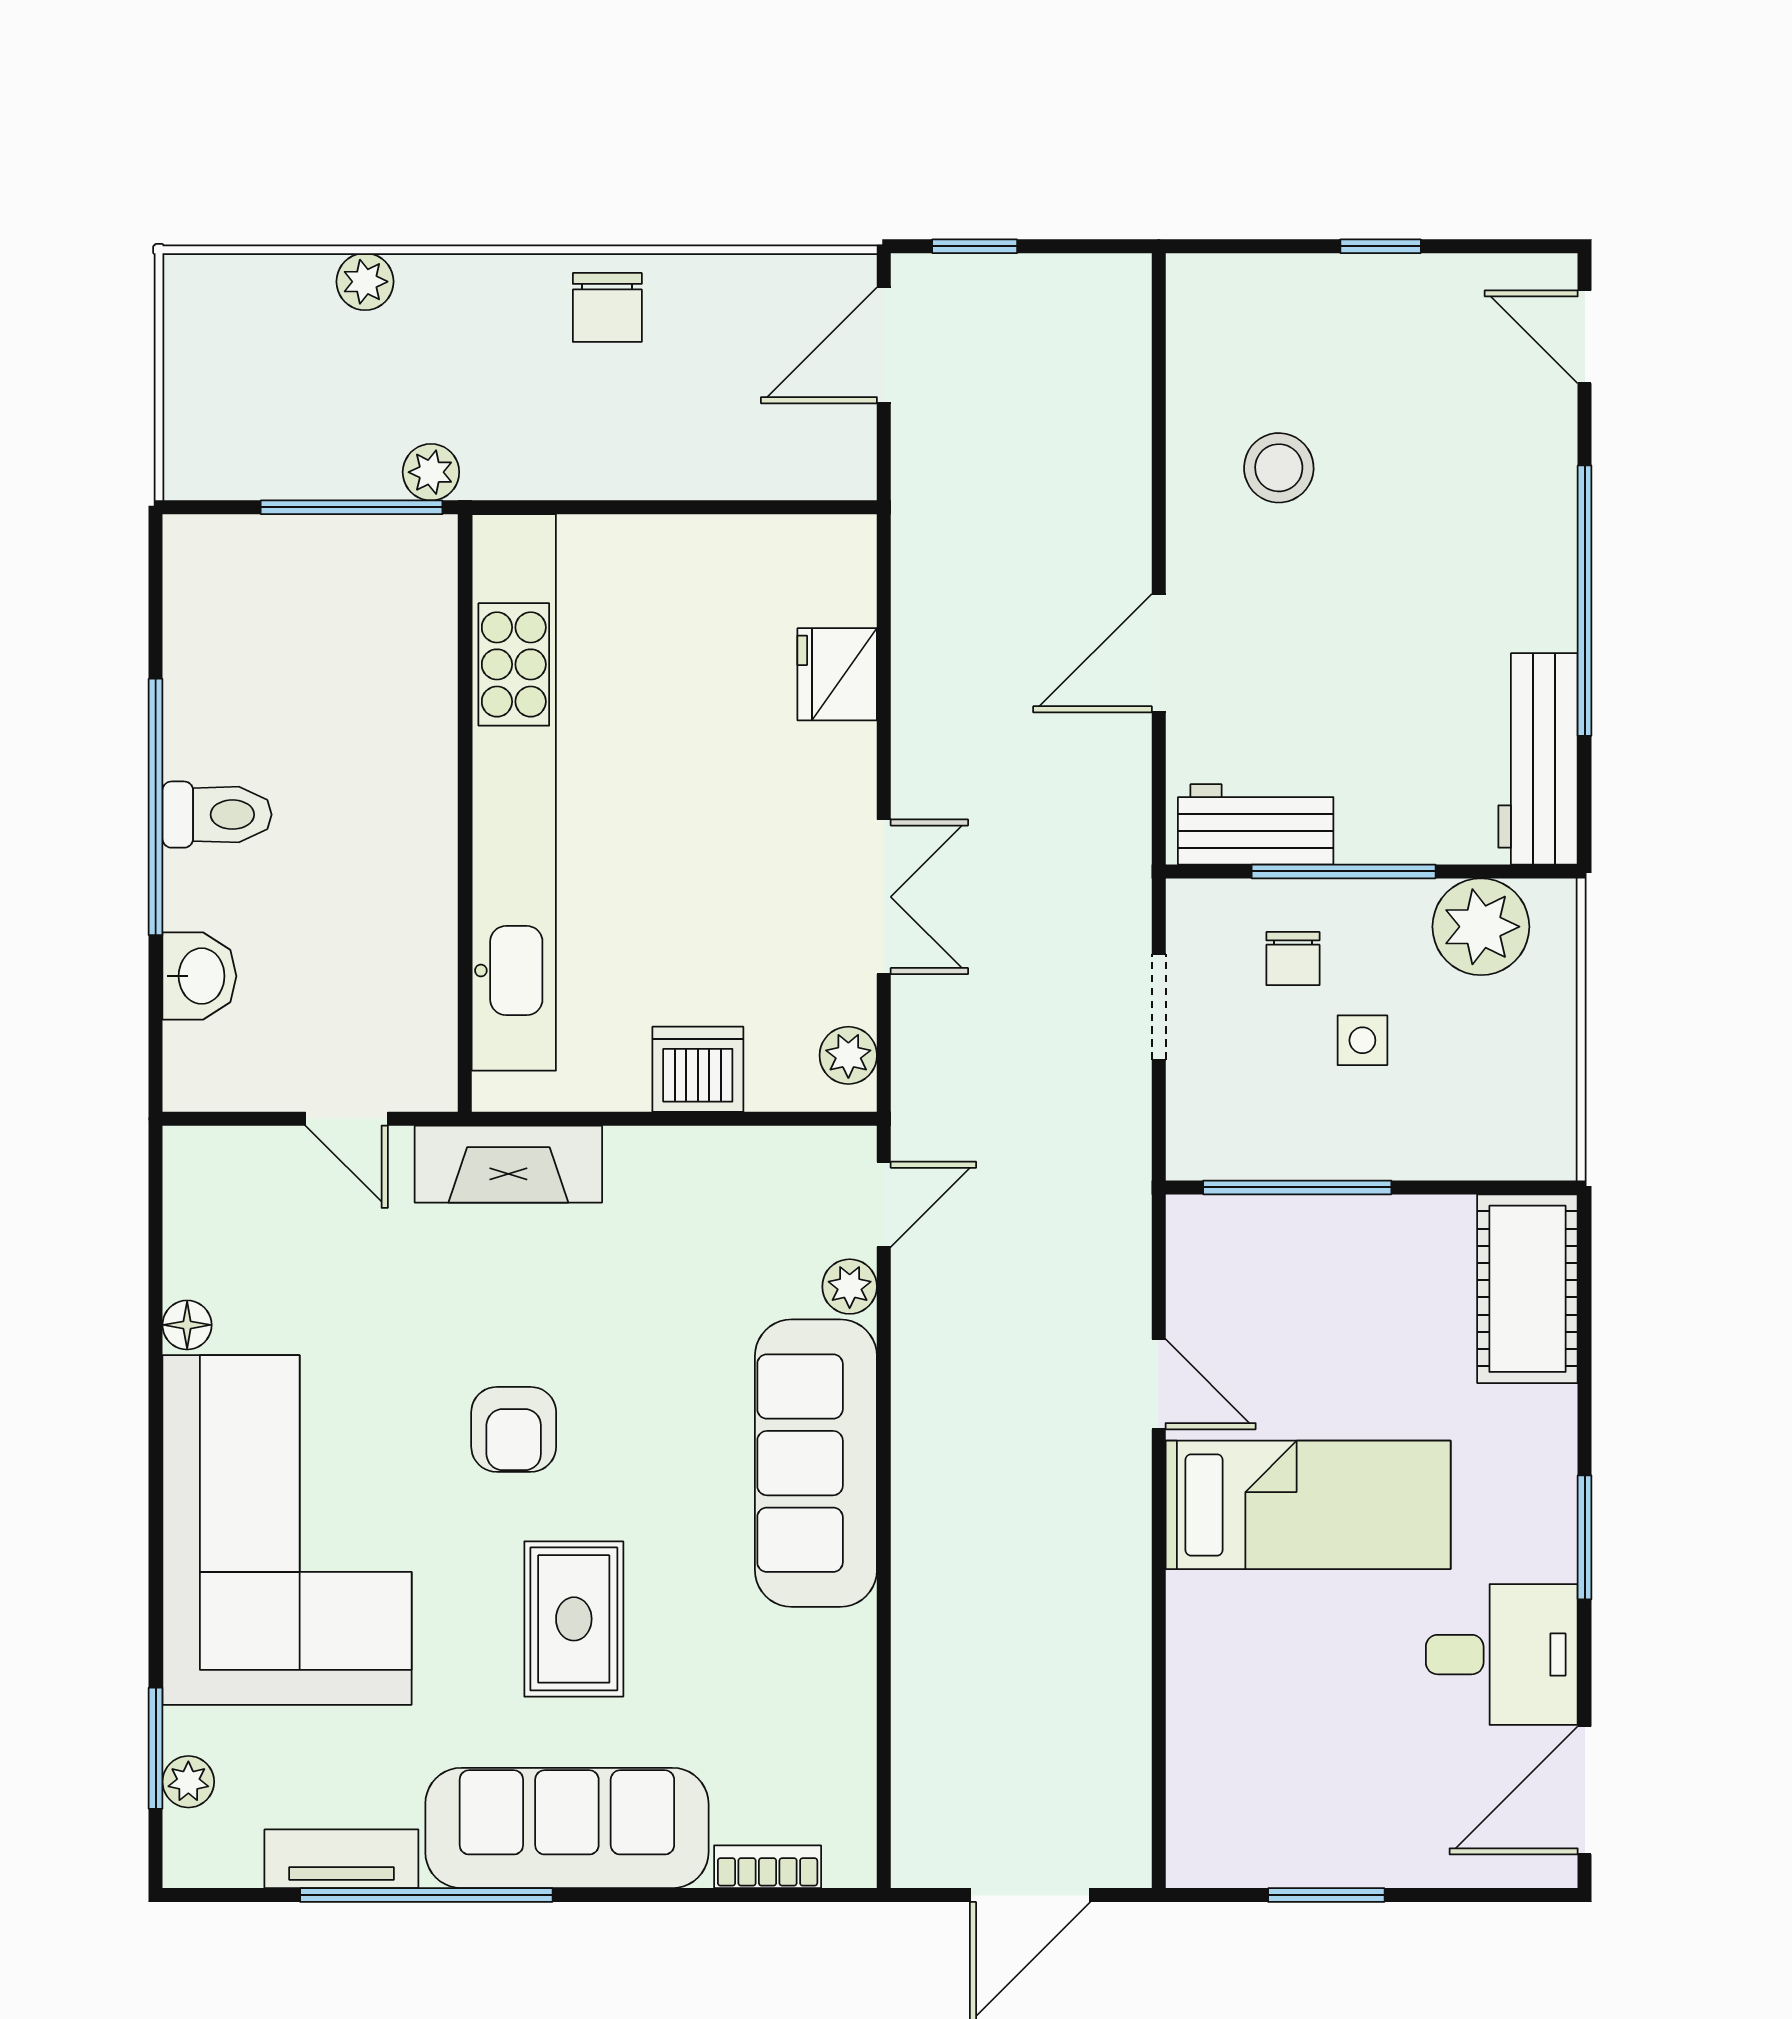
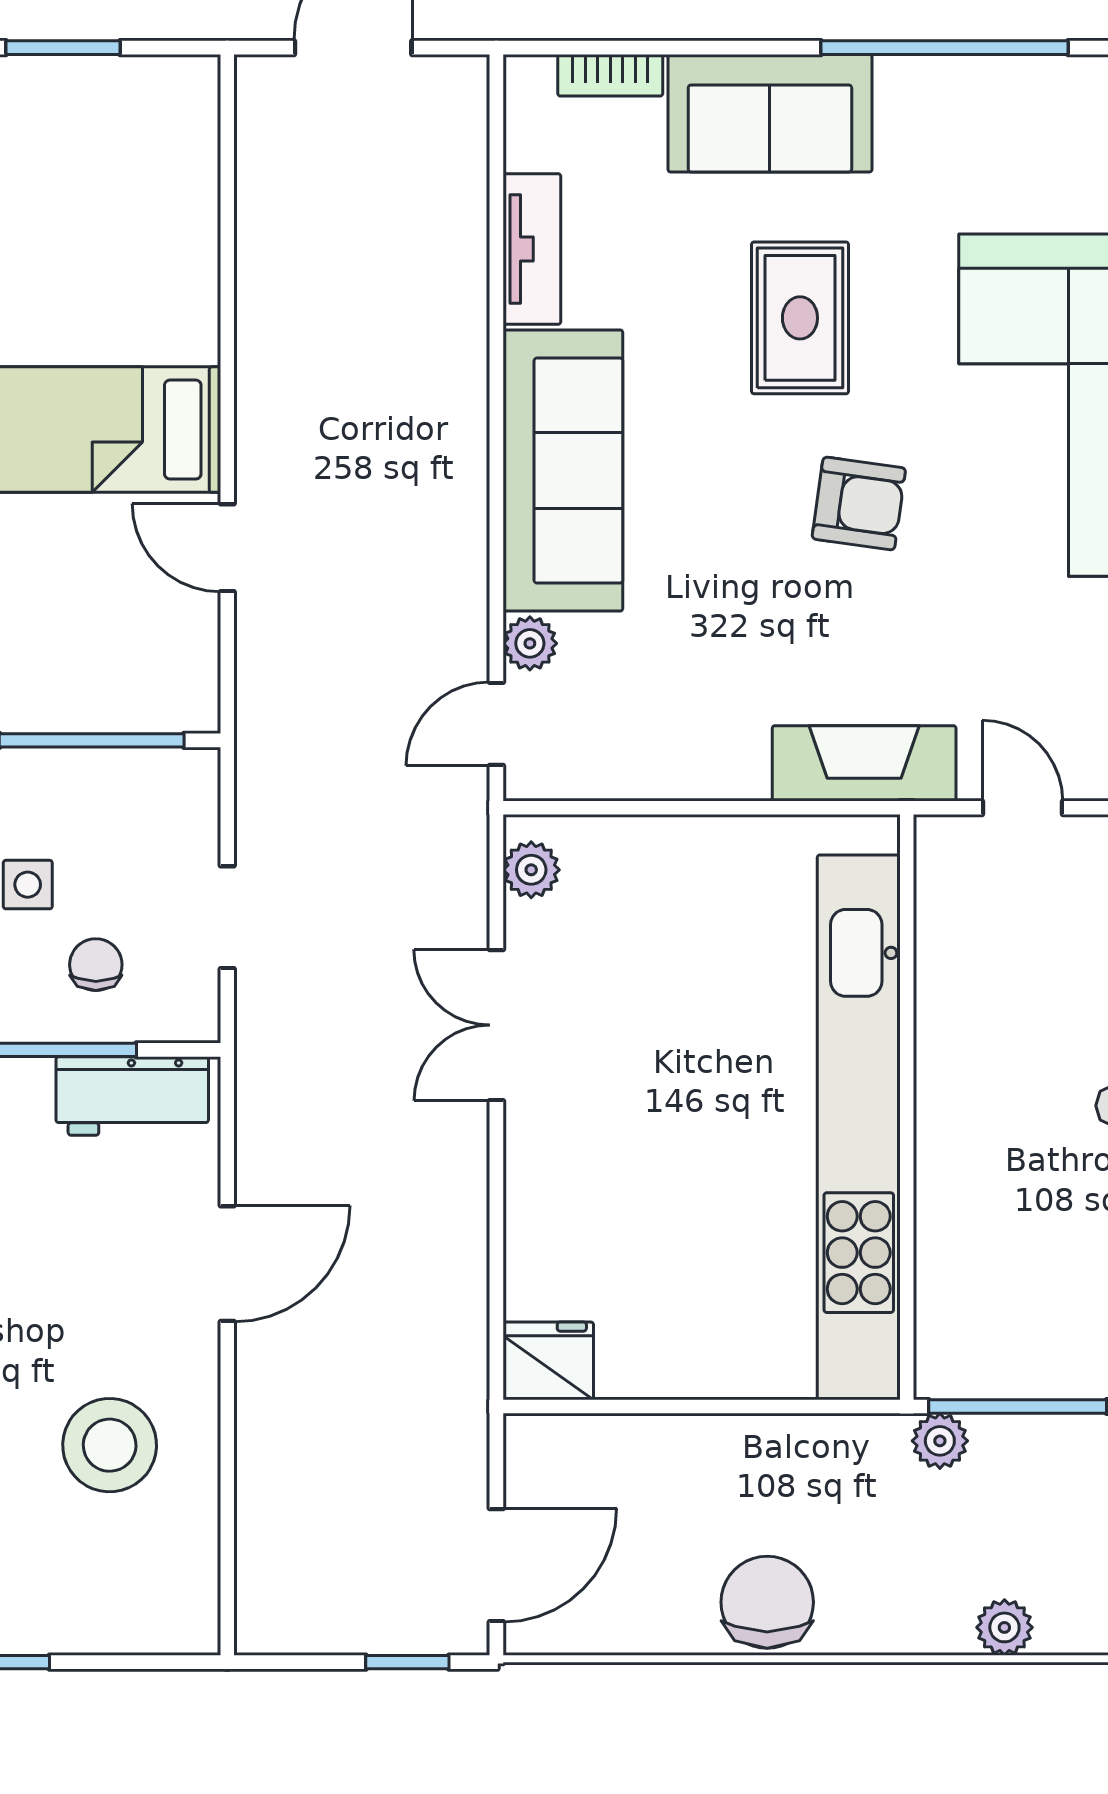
chair: (607, 307) -> (767, 1602), width x1.37, depth x1.37
stool: (1279, 468) -> (110, 1445), width x1.38, depth x1.38
fridge: (837, 674) -> (548, 1361), moved, turned -90
dishwasher: (698, 1069) -> (678, 856), removed
armchair: (514, 1429) -> (859, 503), turned 98
sofa: (567, 1828) -> (770, 113), width x0.73
tv unit: (341, 1859) -> (532, 249), moved, turned -90

